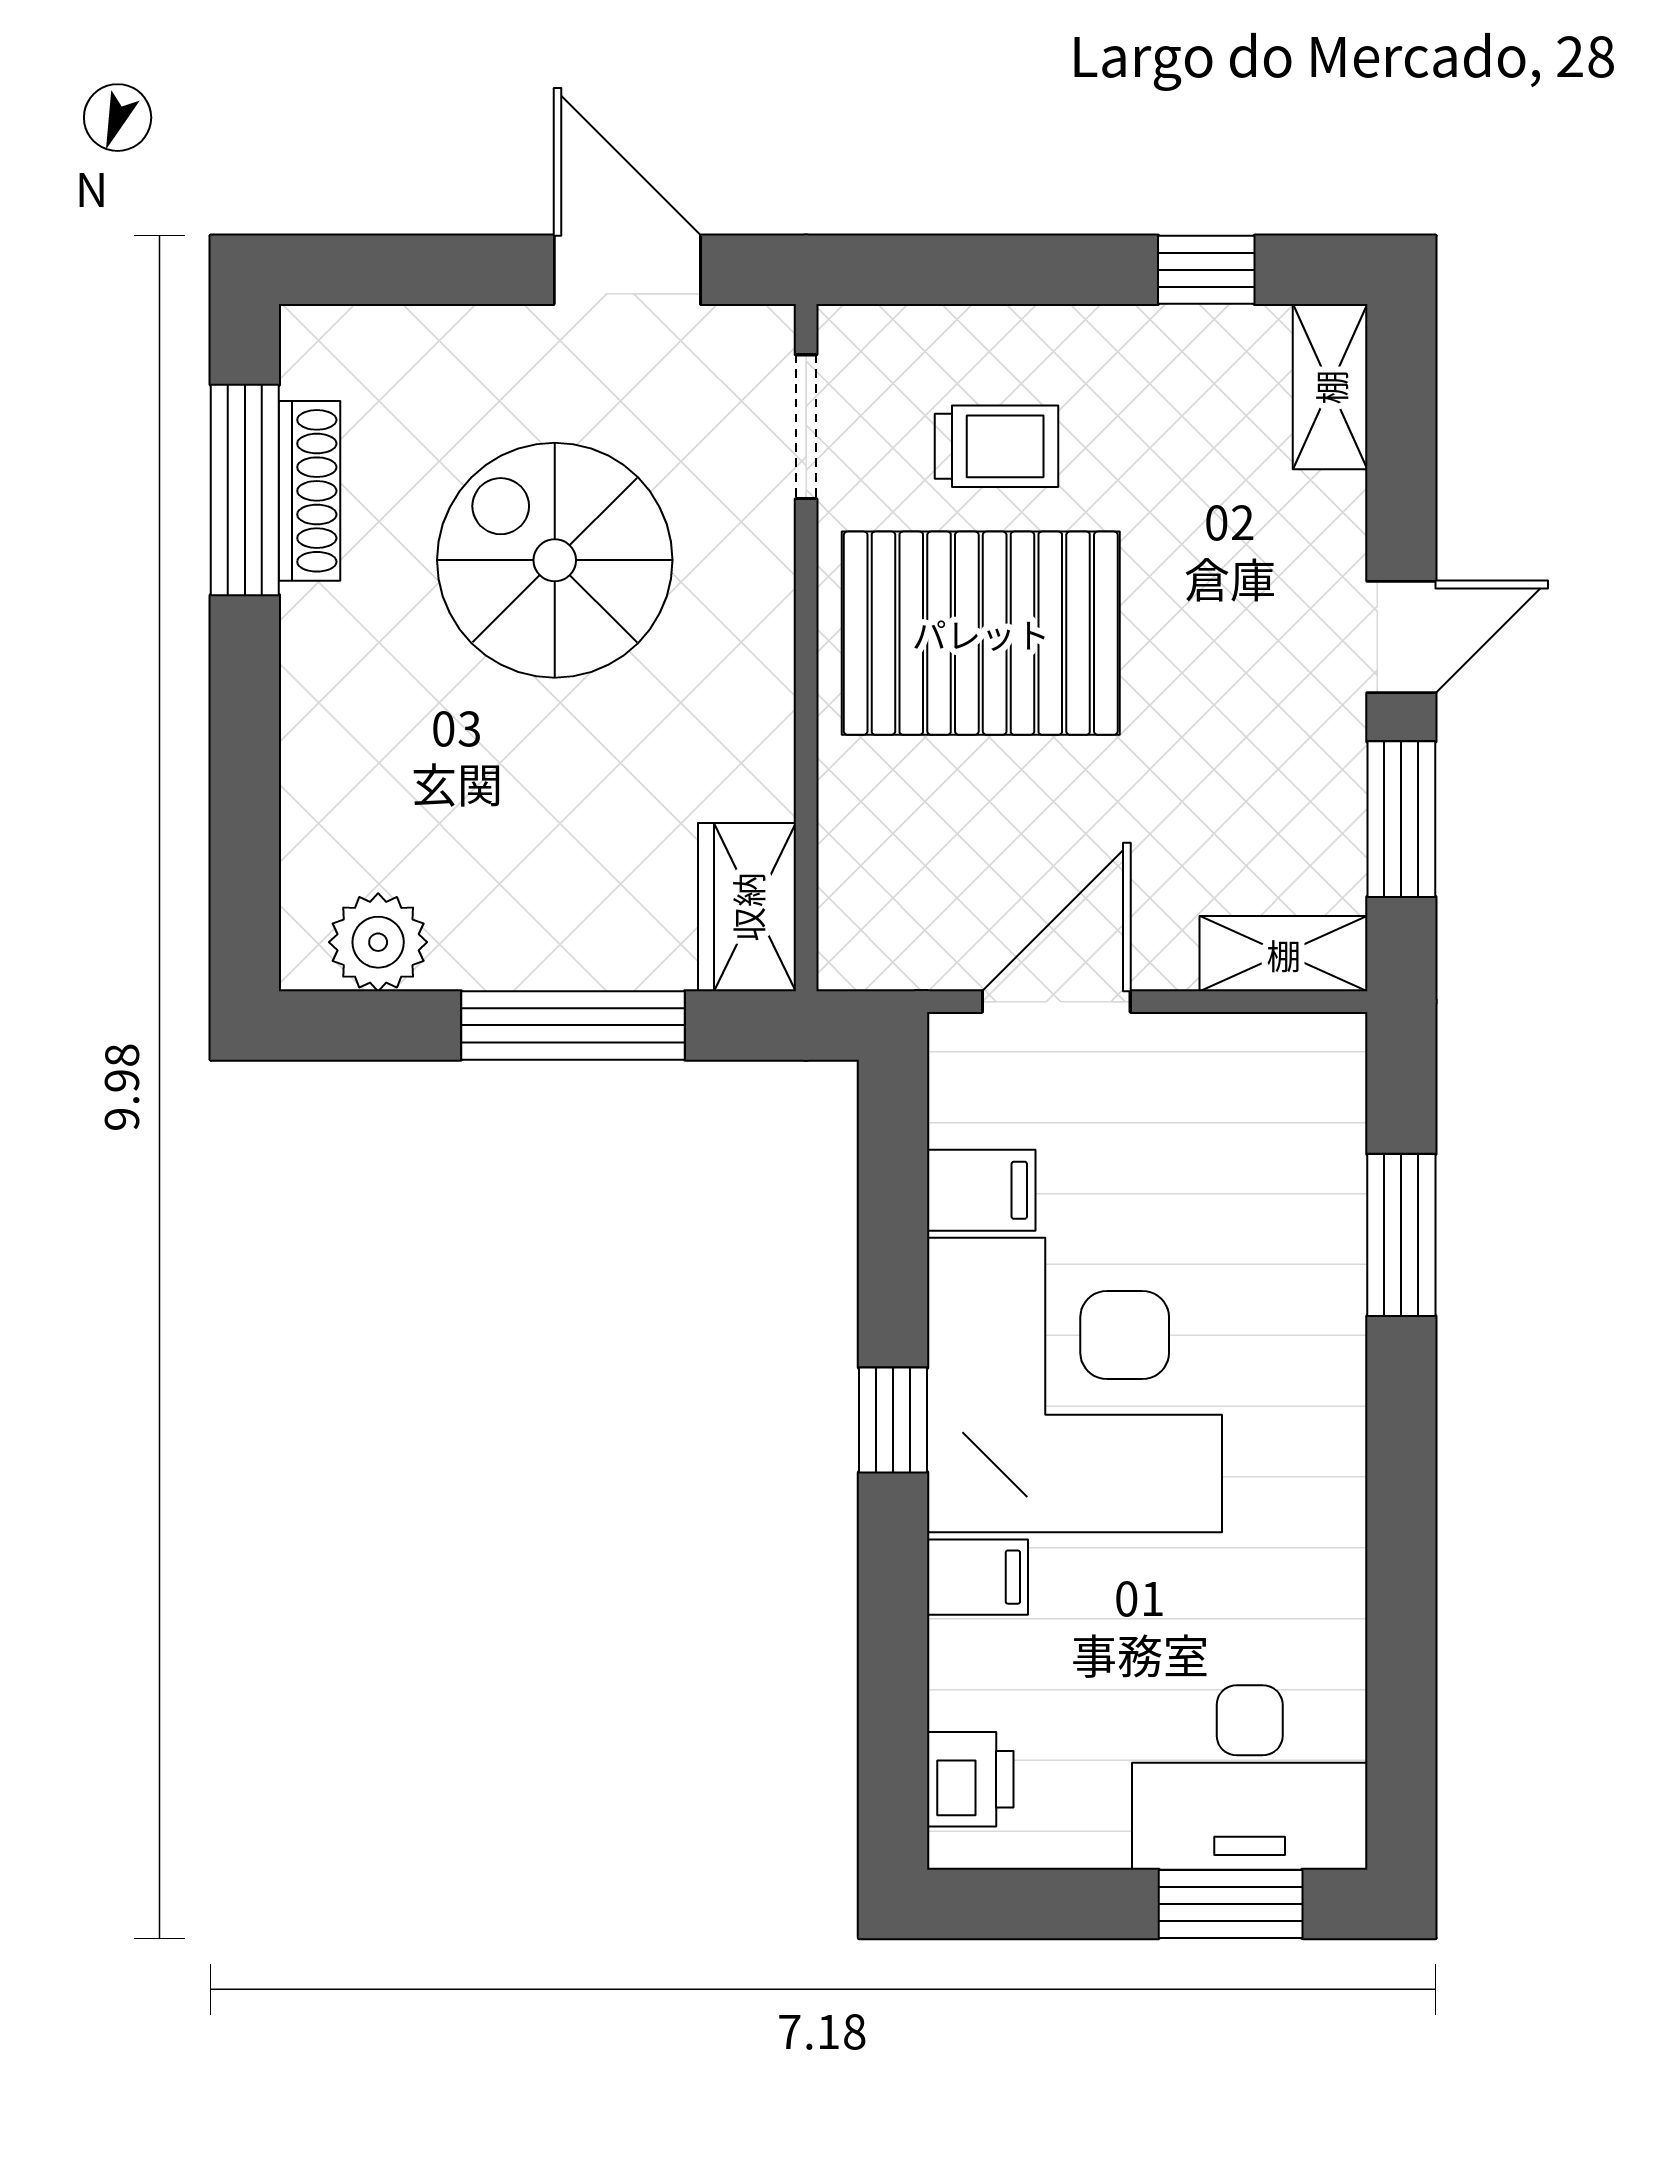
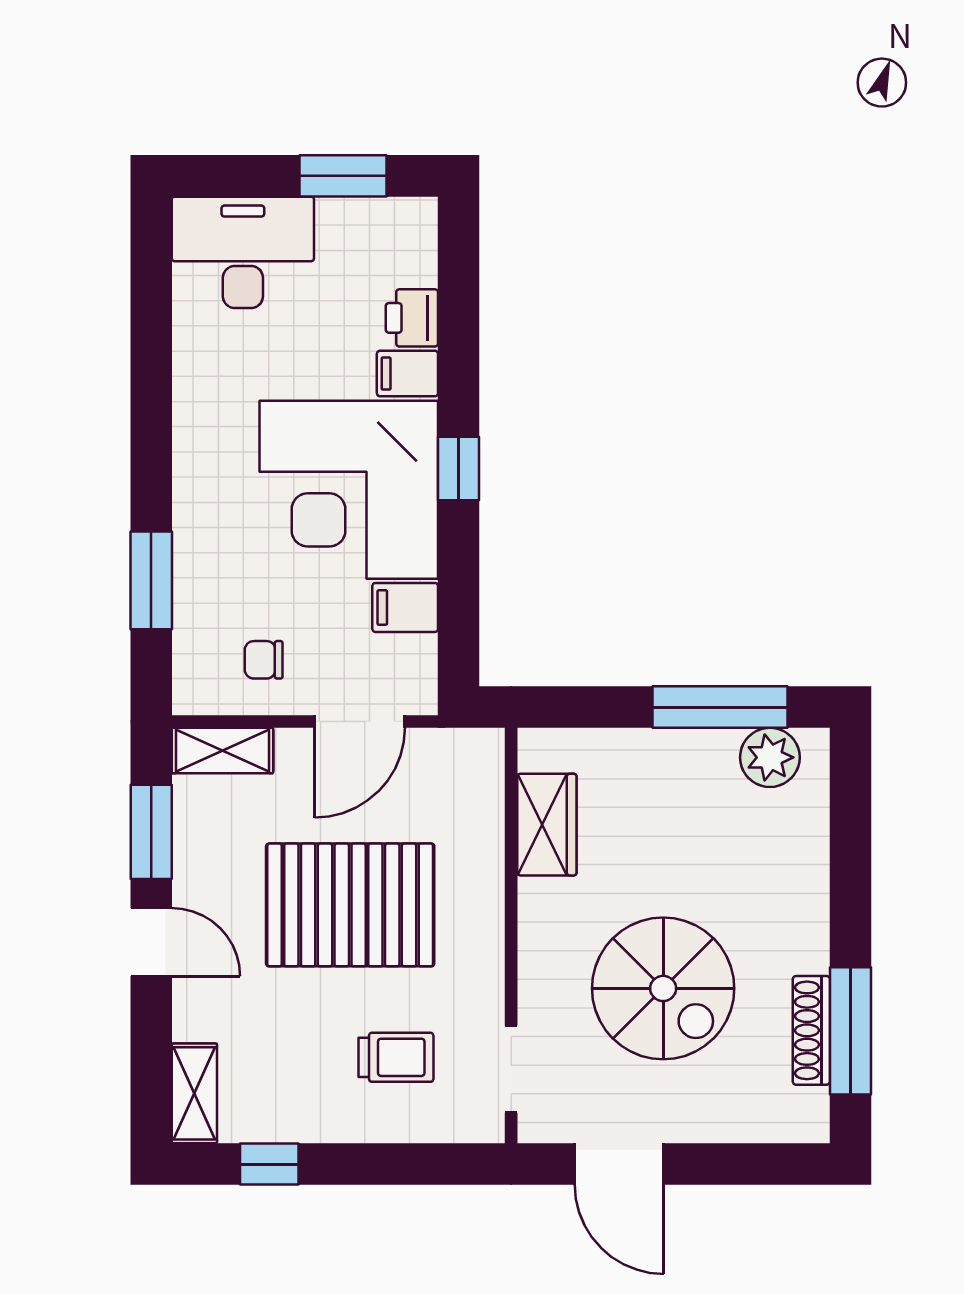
trolley: (996, 446) -> (396, 1057), turned 180
pallet: (981, 633) -> (350, 905), moved
door: (1401, 637) -> (151, 942), swing flipped
wardrobe: (747, 907) -> (547, 825), moved
window: (573, 1025) -> (720, 707), moved
chair: (1215, 1104) -> (264, 660), added
printer: (970, 1779) -> (412, 318), moved
window: (1231, 1904) -> (343, 176), moved

